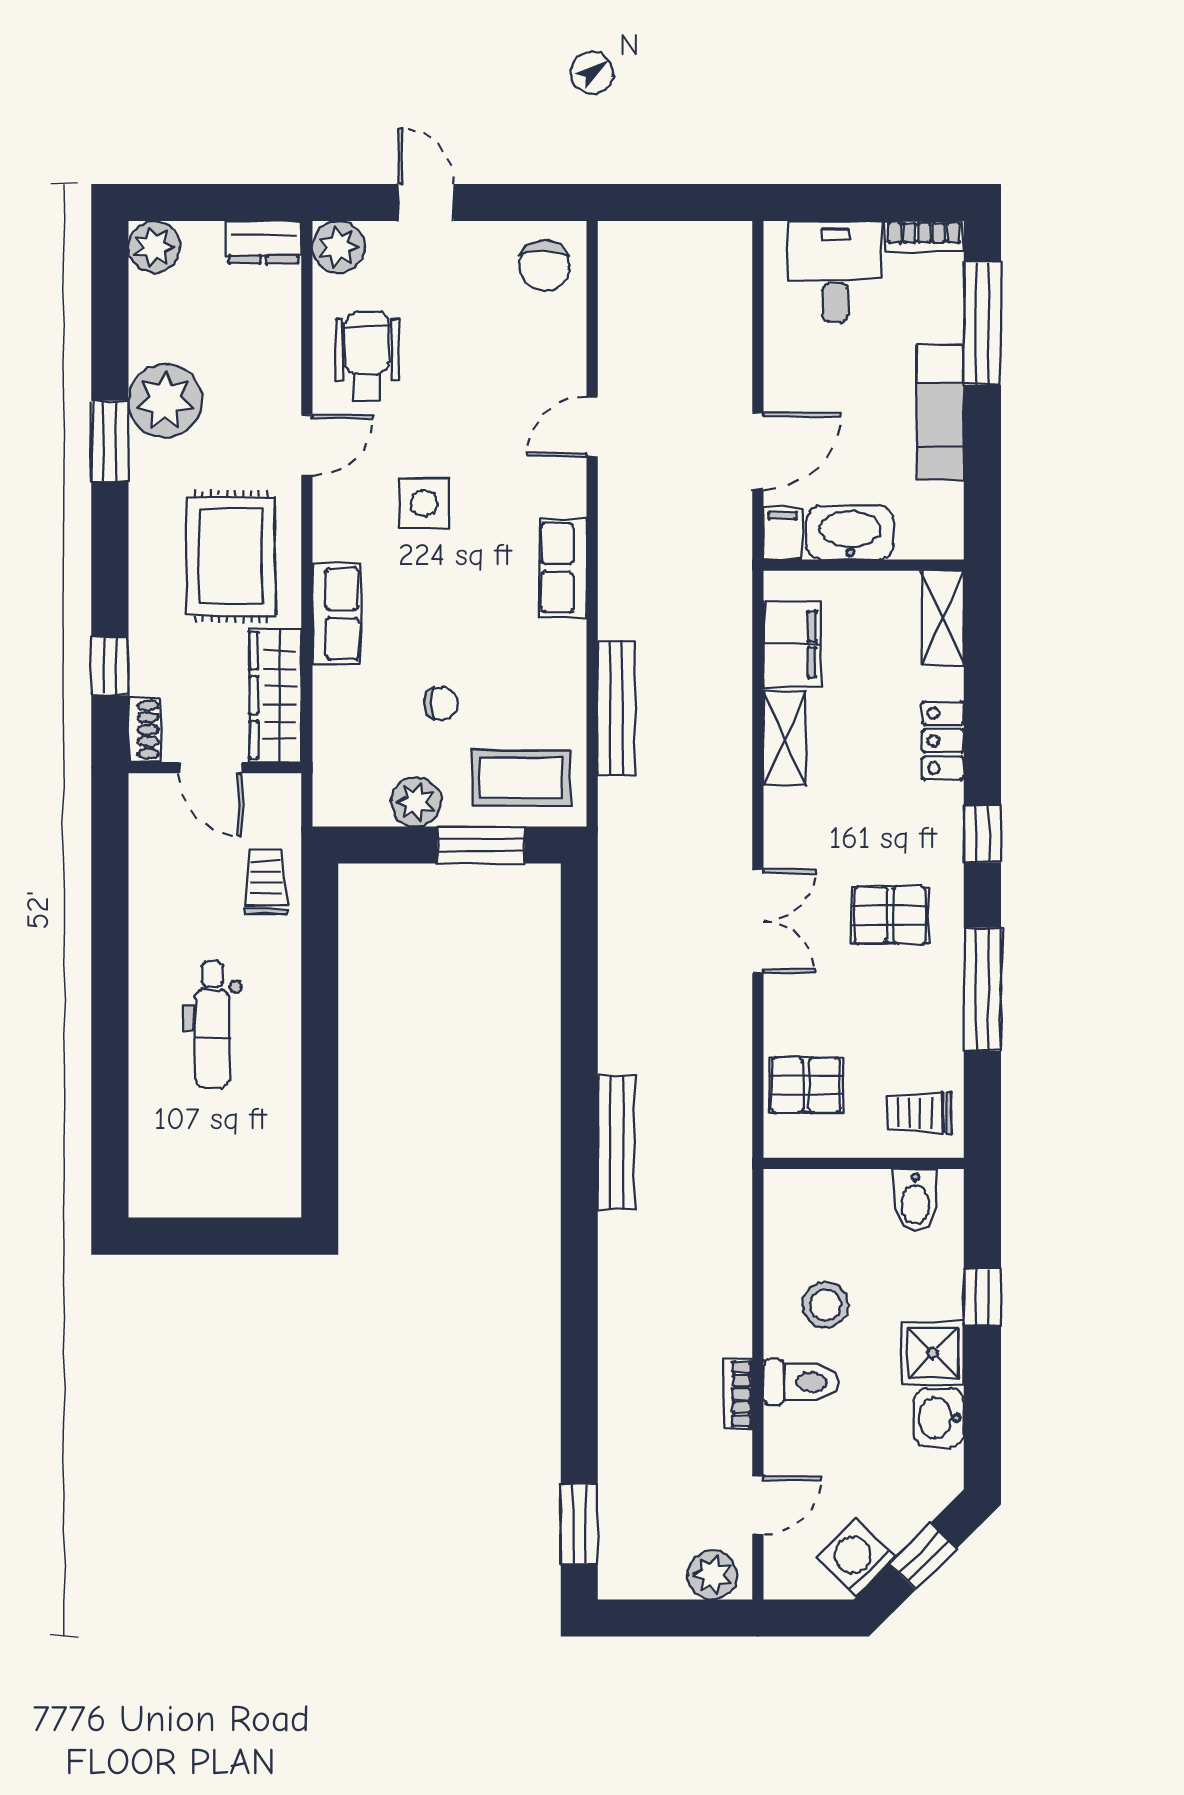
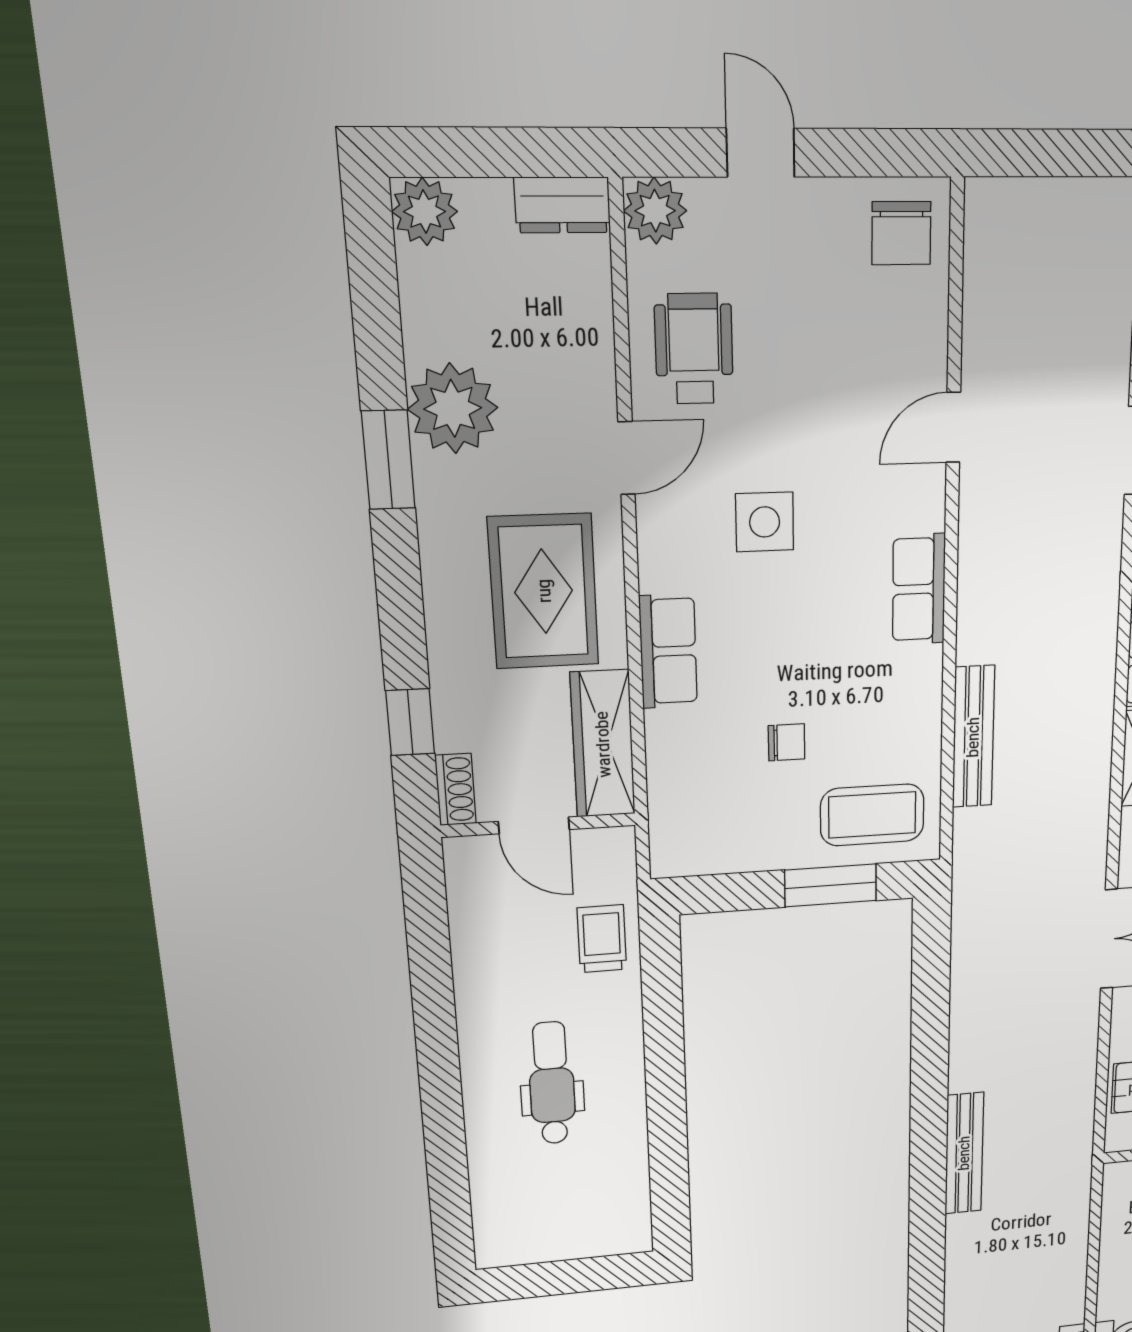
plant: (416, 802) -> (761, 846), removed
dental chair: (212, 1025) -> (552, 1083), turned 180

